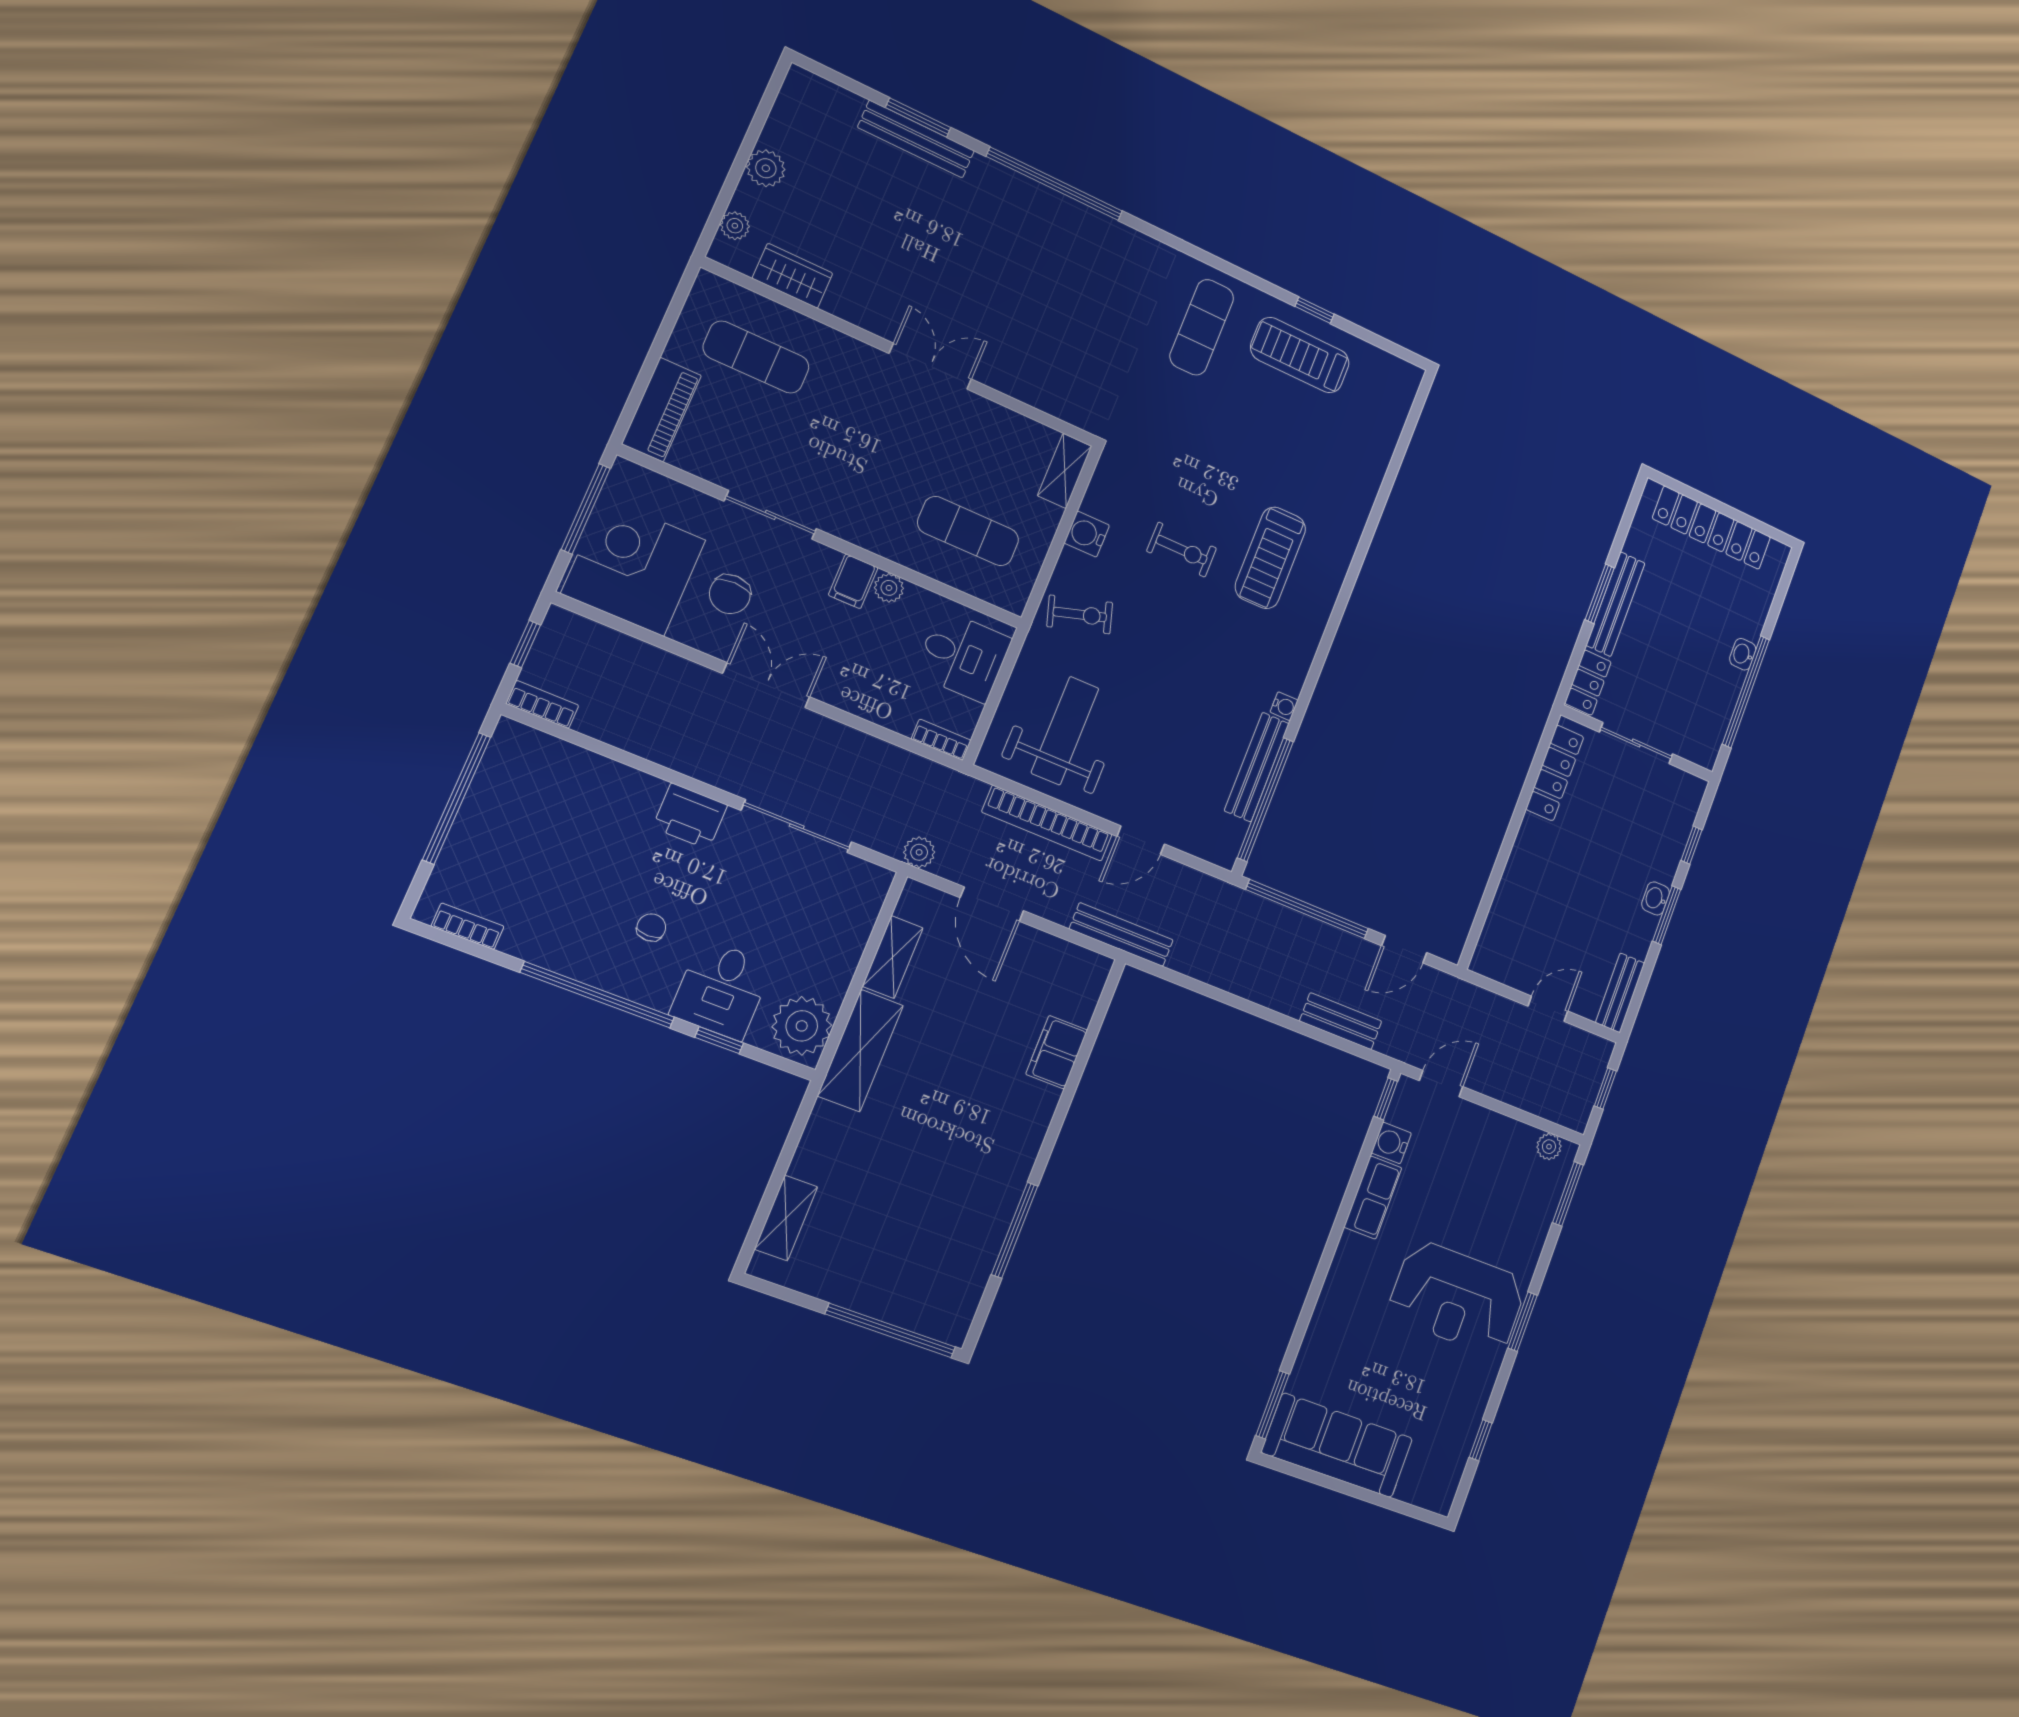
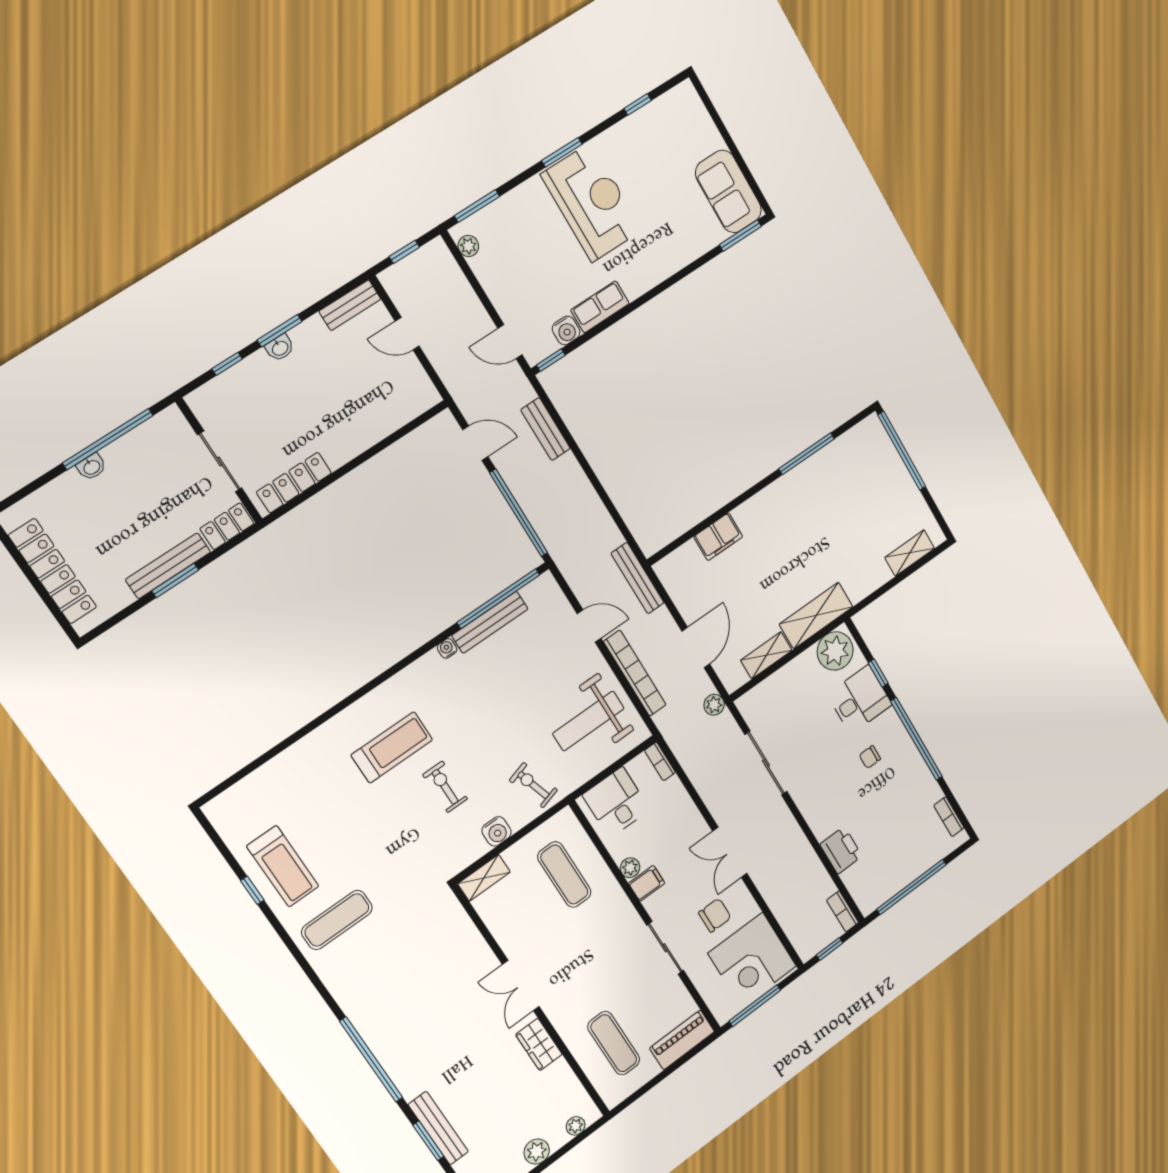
wardrobe: (793, 276) -> (539, 1044), moved
printer: (690, 816) -> (841, 850), moved
sofa: (1337, 1445) -> (728, 192), width x0.73

